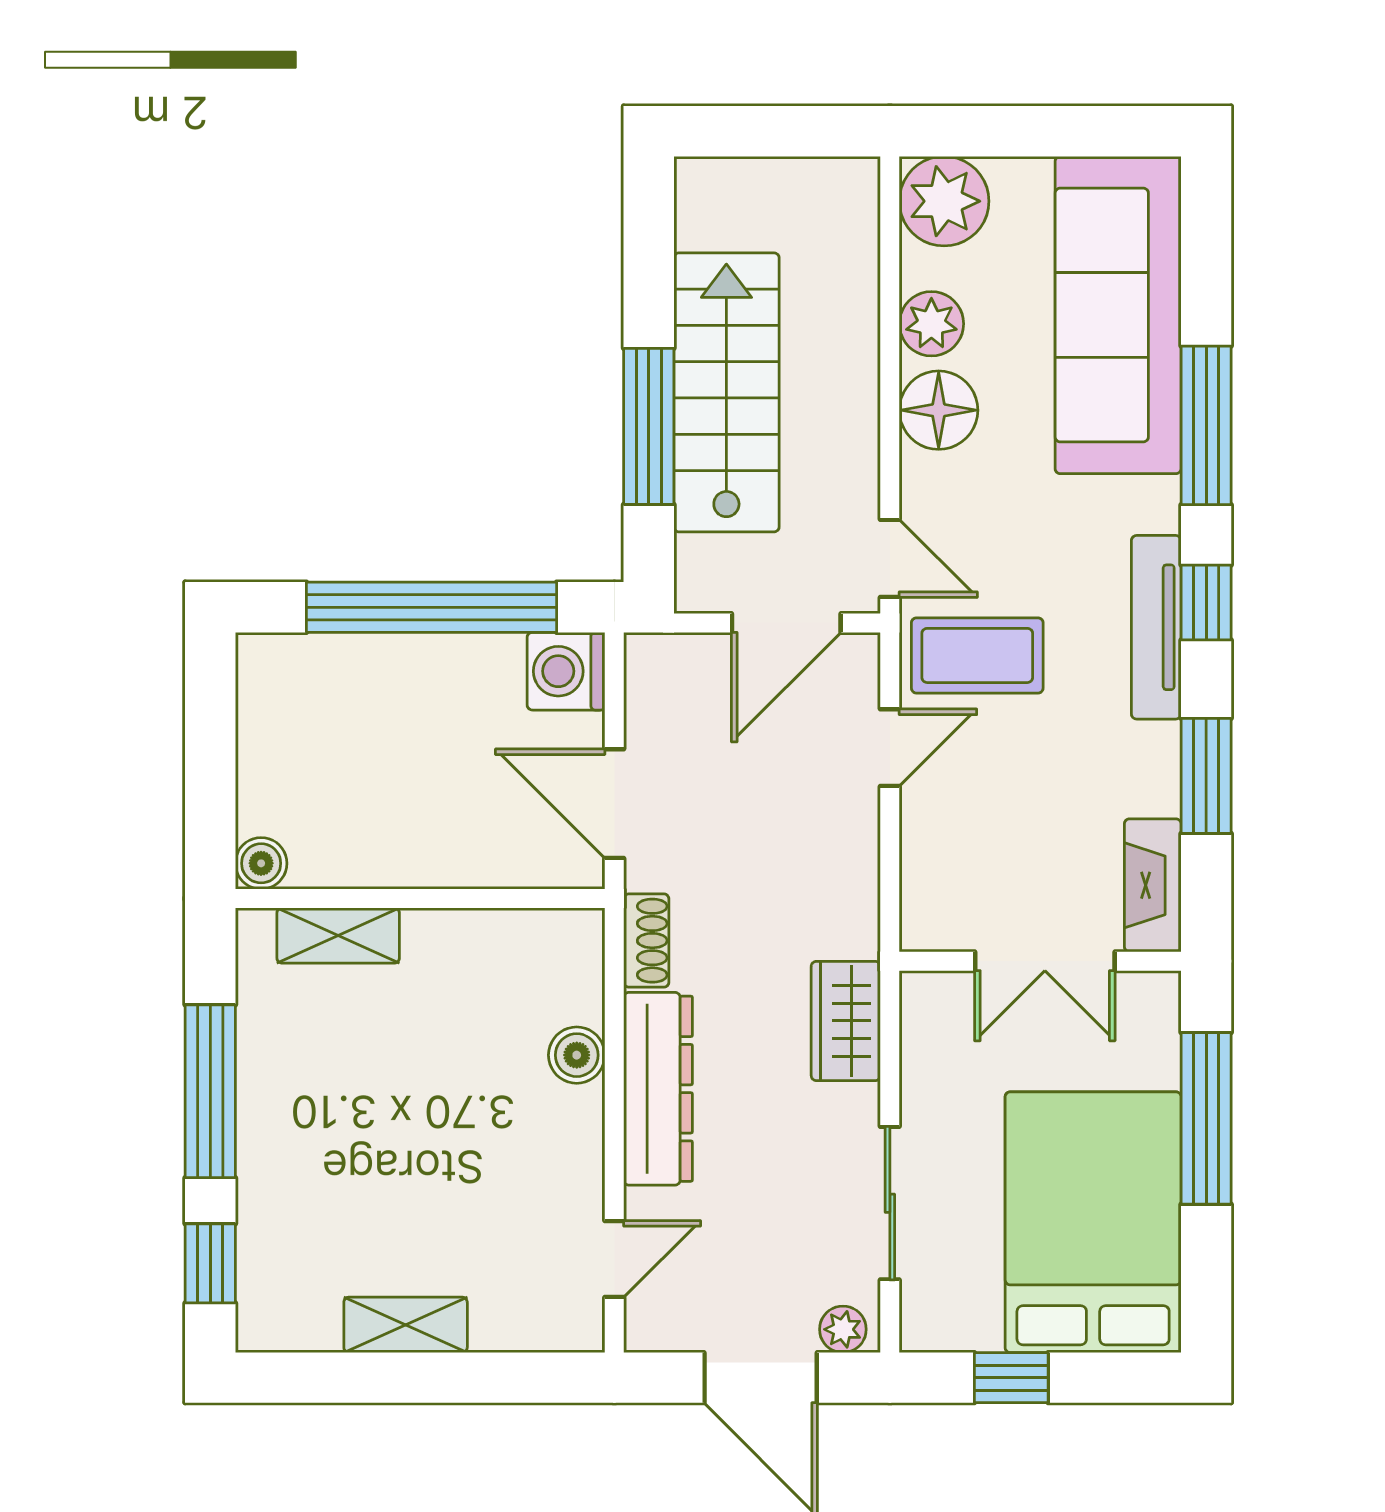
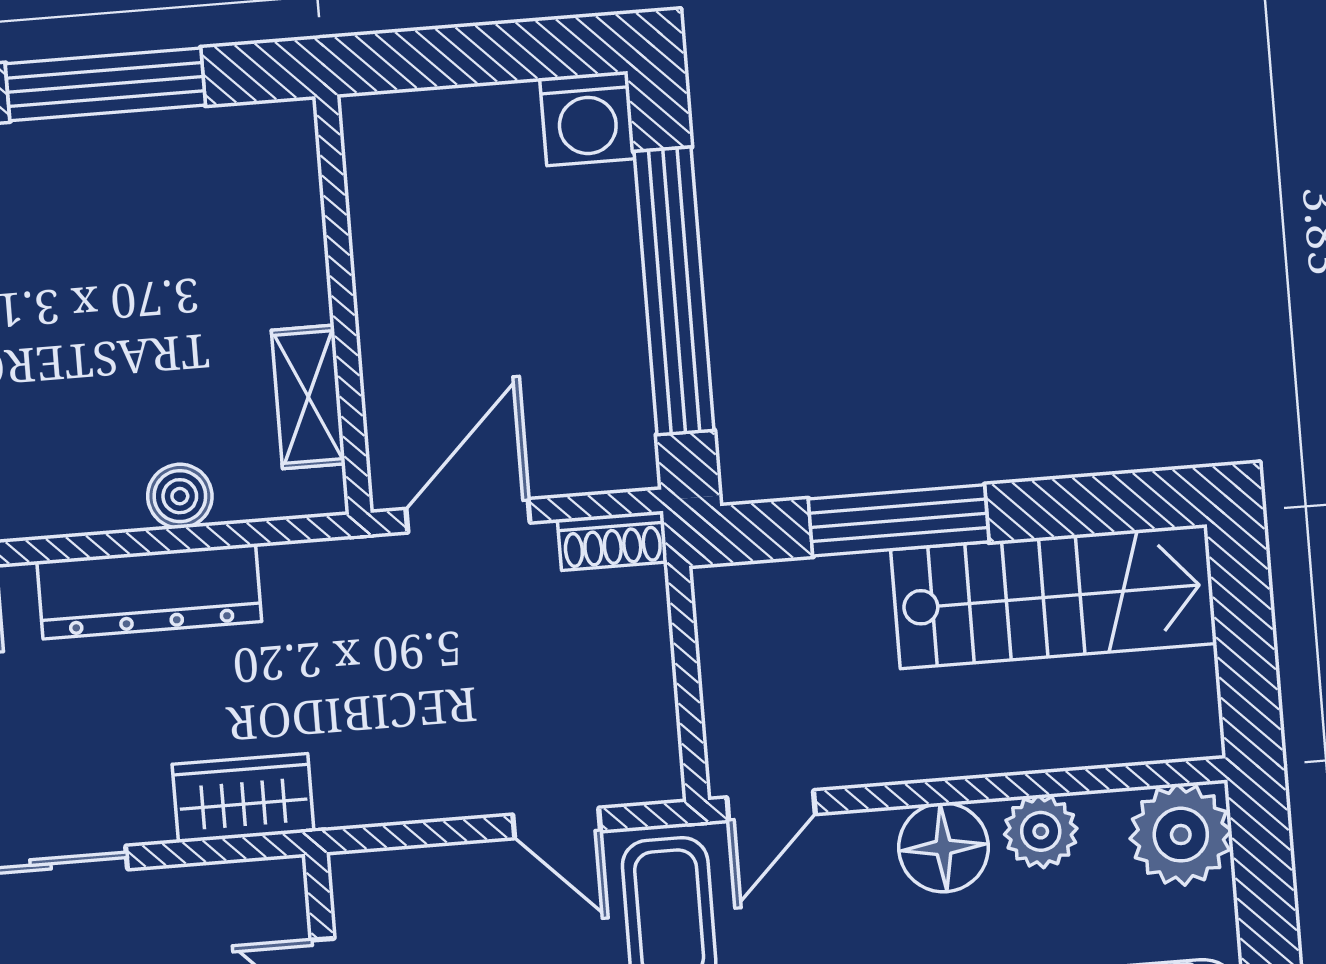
stairs: (726, 392) -> (1054, 597), moved
door: (786, 623) -> (689, 694), removed
washing machine: (566, 671) -> (587, 118), moved, turned 180
boiler: (261, 863) -> (368, 121), removed
shelving: (338, 935) -> (308, 397), moved
shoe rack: (646, 941) -> (612, 541), moved

